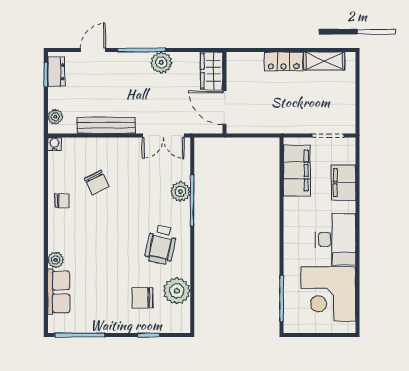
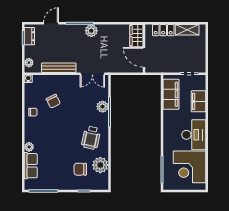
wardrobe: (212, 71) -> (136, 36), moved
wall: (225, 93) -> (144, 48), moved
door: (225, 108) -> (144, 57), moved

